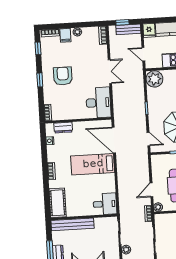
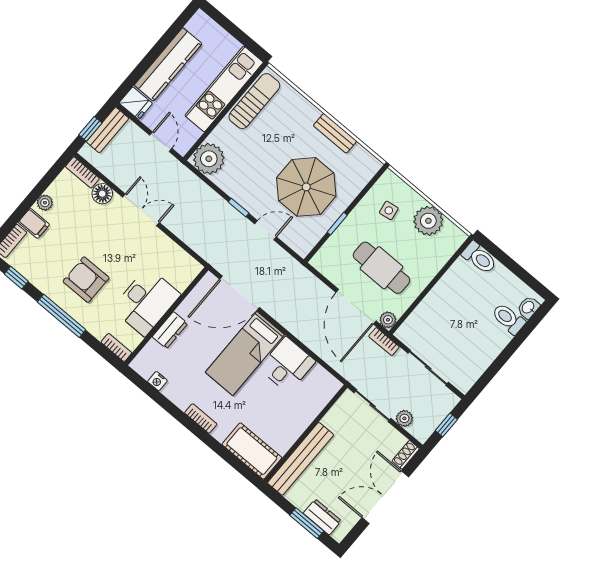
floor lamp: (102, 51) -> (102, 194), added
door: (143, 54) -> (161, 142), swing flipped
window: (40, 80) -> (62, 316), width x2.17
desk: (98, 103) -> (146, 302), moved, turned 90
dresser: (63, 128) -> (170, 330), moved
door: (148, 139) -> (266, 230), moved
door: (151, 190) -> (356, 307), width x1.87
desk: (105, 204) -> (287, 365), moved

